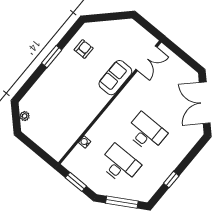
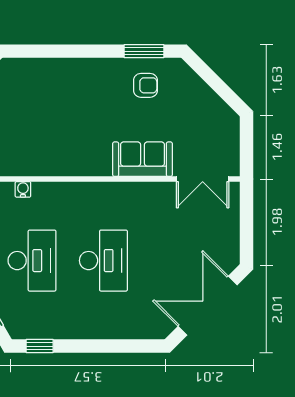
window: (52, 57) -> (144, 51), moved
window: (171, 180) -> (40, 346), moved

